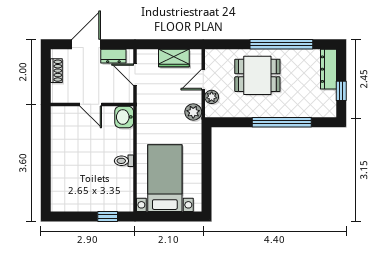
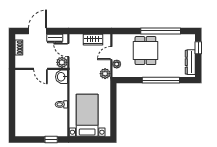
dresser: (328, 69) -> (190, 62), moved
dining table: (257, 75) -> (145, 51), turned 90
window: (341, 91) -> (198, 48), moved
plant: (125, 94) -> (62, 62), added

